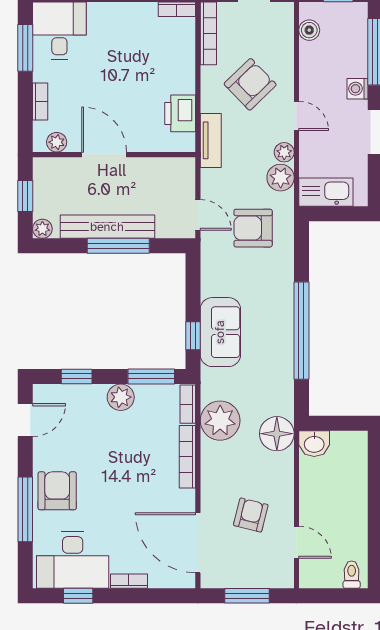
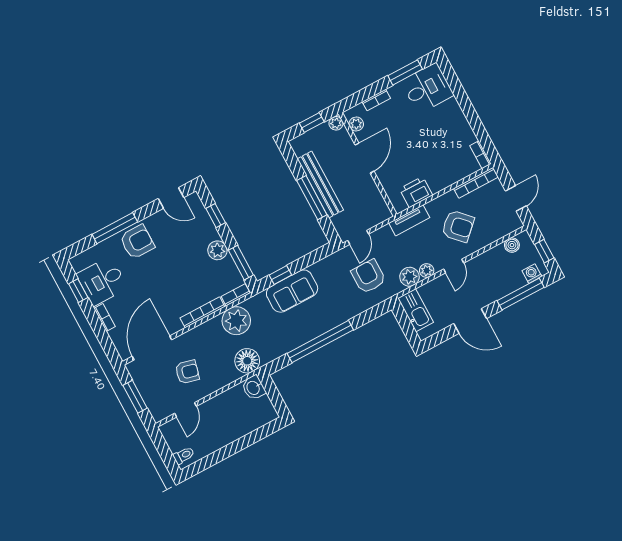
washing machine: (358, 89) -> (532, 274), moved
plant: (42, 229) -> (336, 123), moved
desk: (73, 560) -> (102, 281), width x0.73

